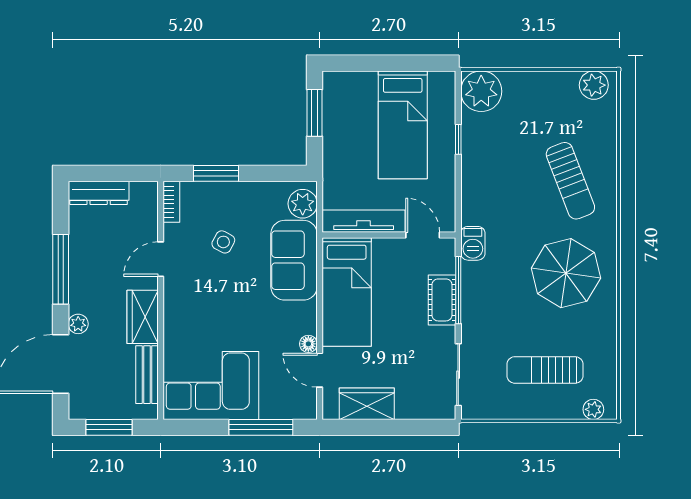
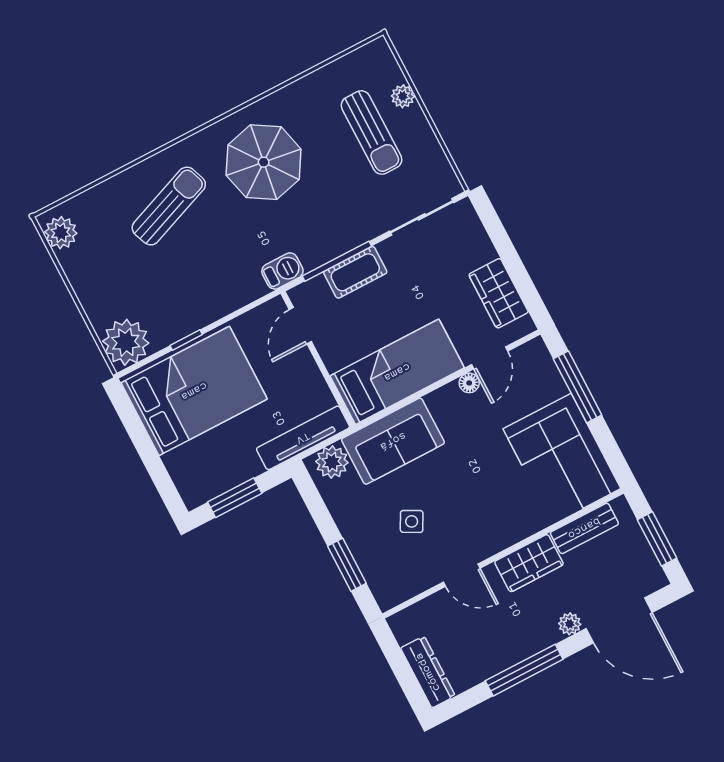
bed: (403, 125) -> (194, 391), width x1.50
bookcase: (171, 202) -> (399, 594), removed
tv unit: (364, 221) -> (303, 438), moved, turned 90
plant: (593, 409) -> (403, 96), moved

